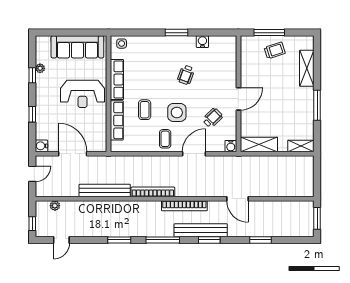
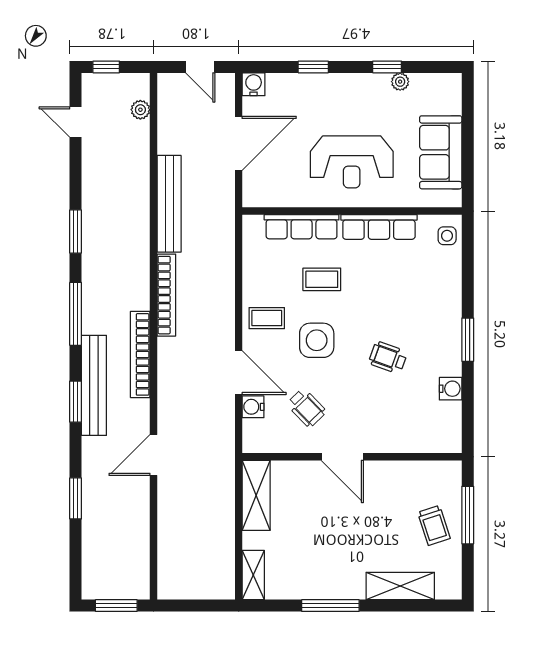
sofa: (77, 47) -> (441, 152), width x0.73
reception desk: (83, 94) -> (352, 162), turned -90
water cooler: (231, 146) -> (253, 407), moved

